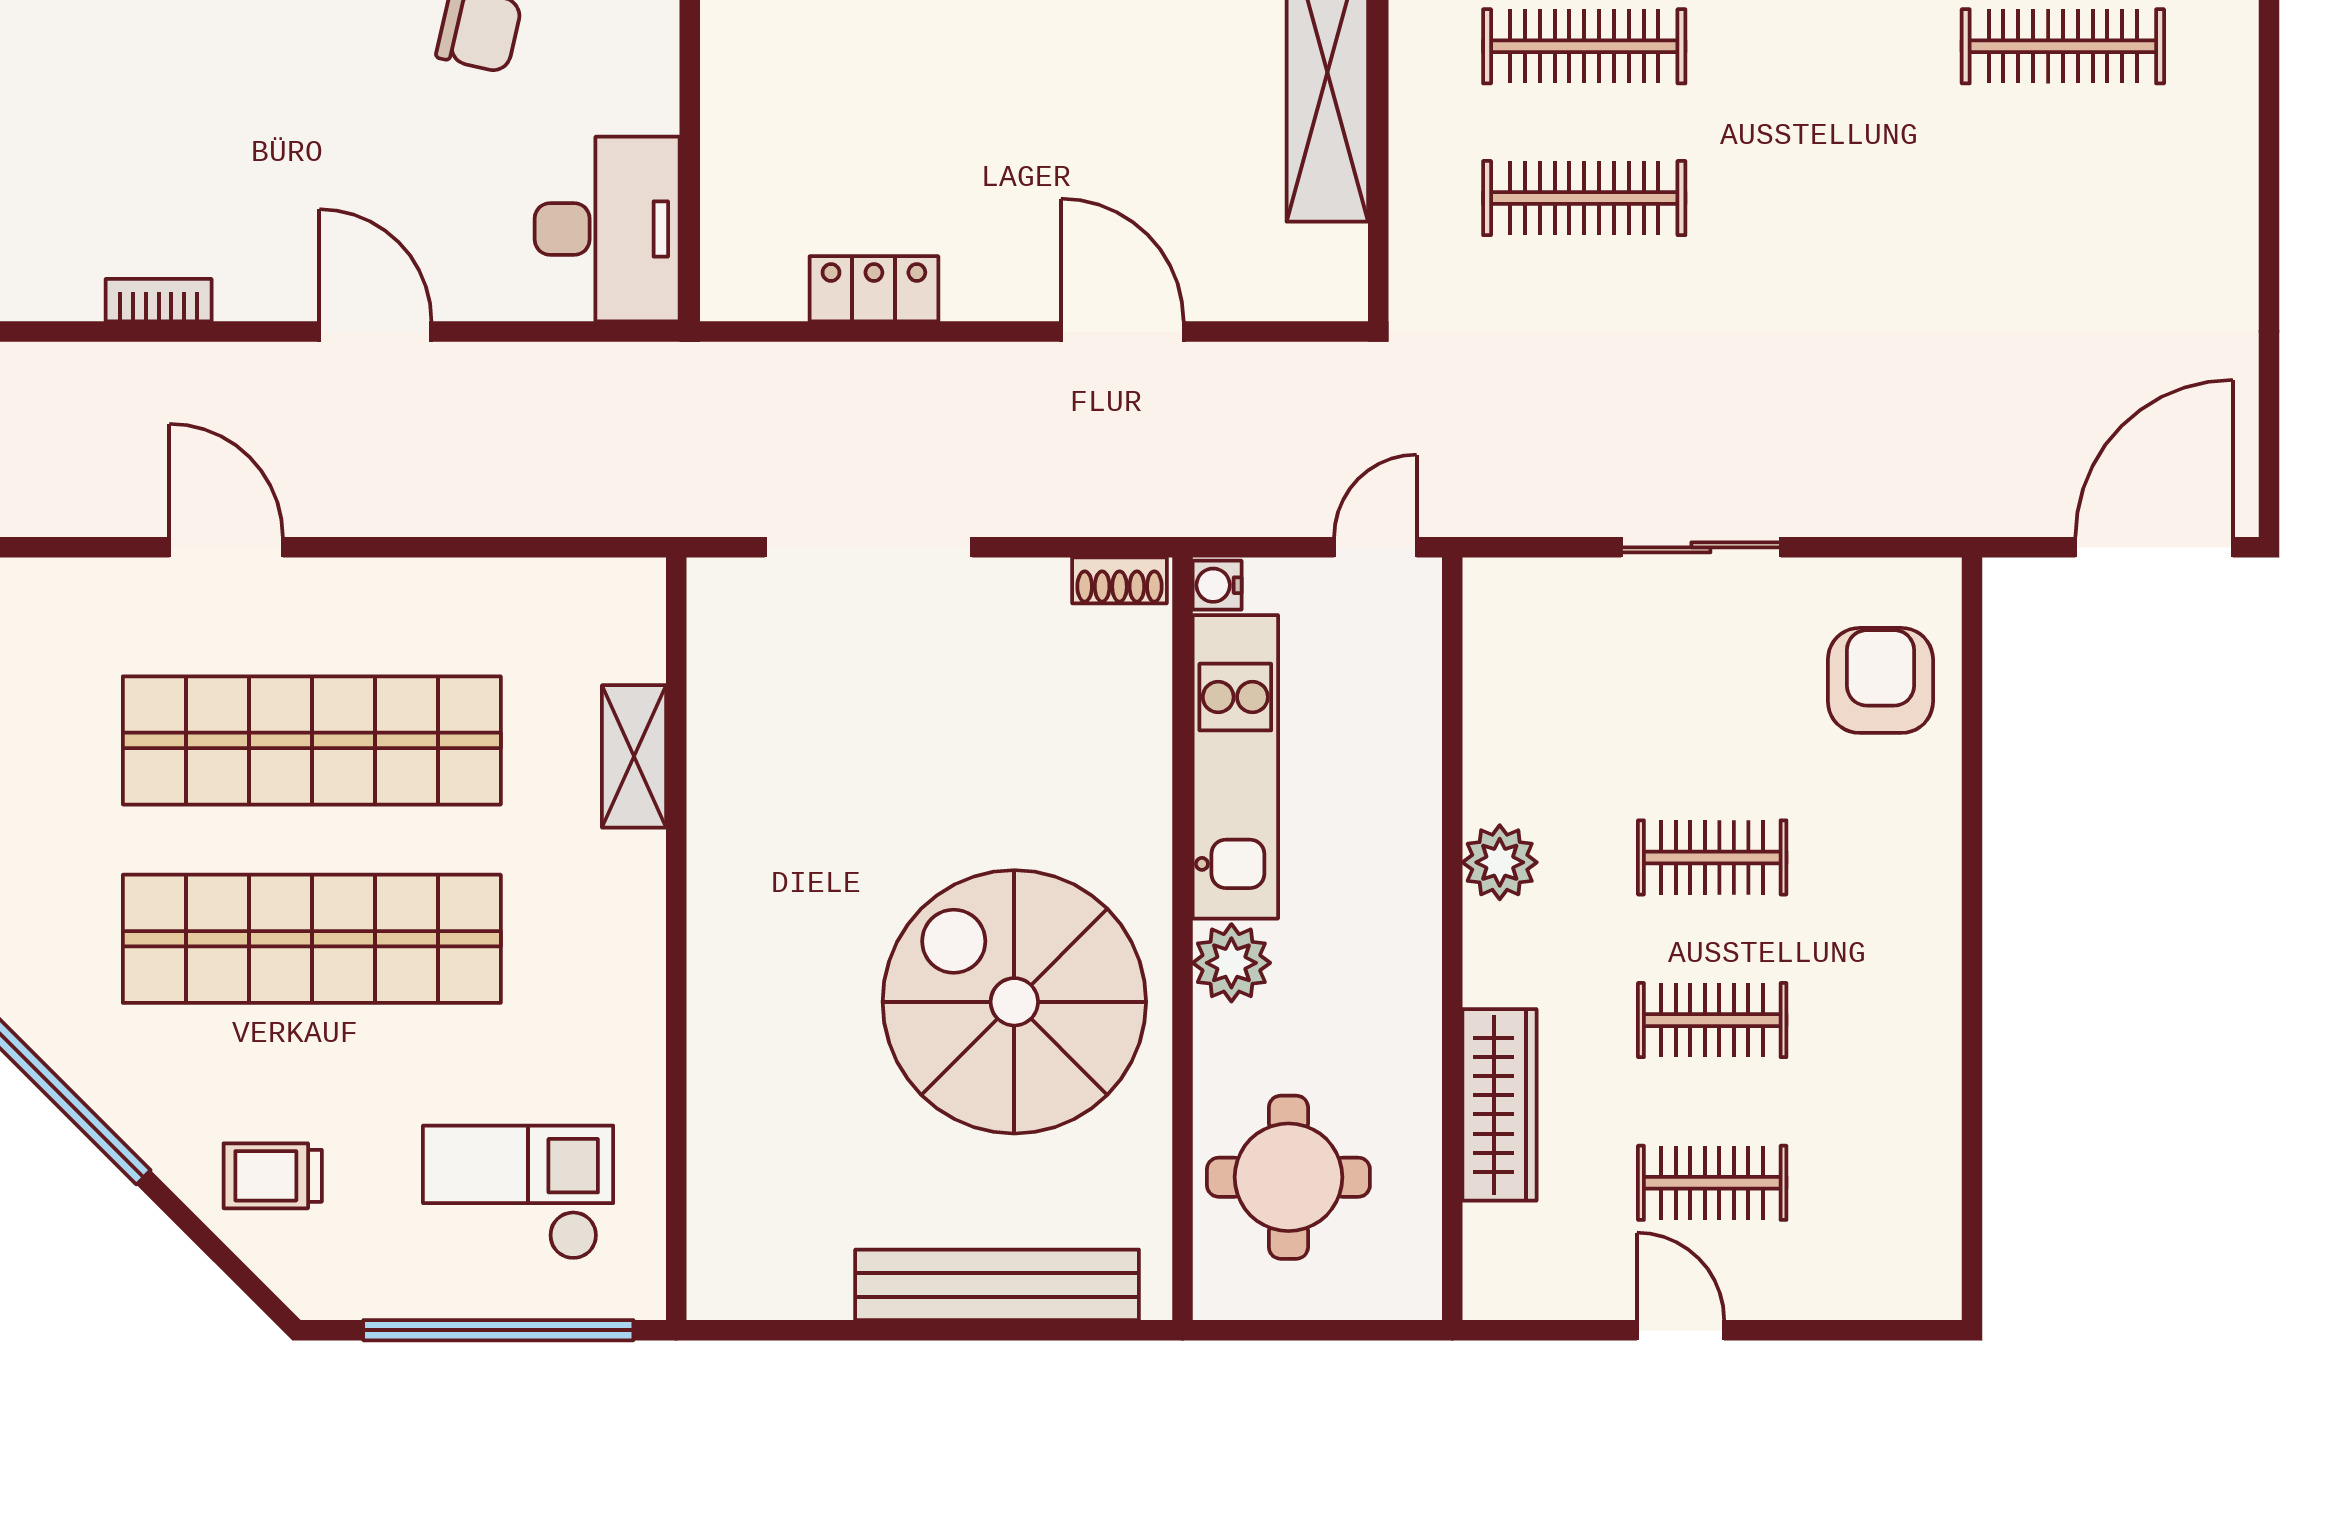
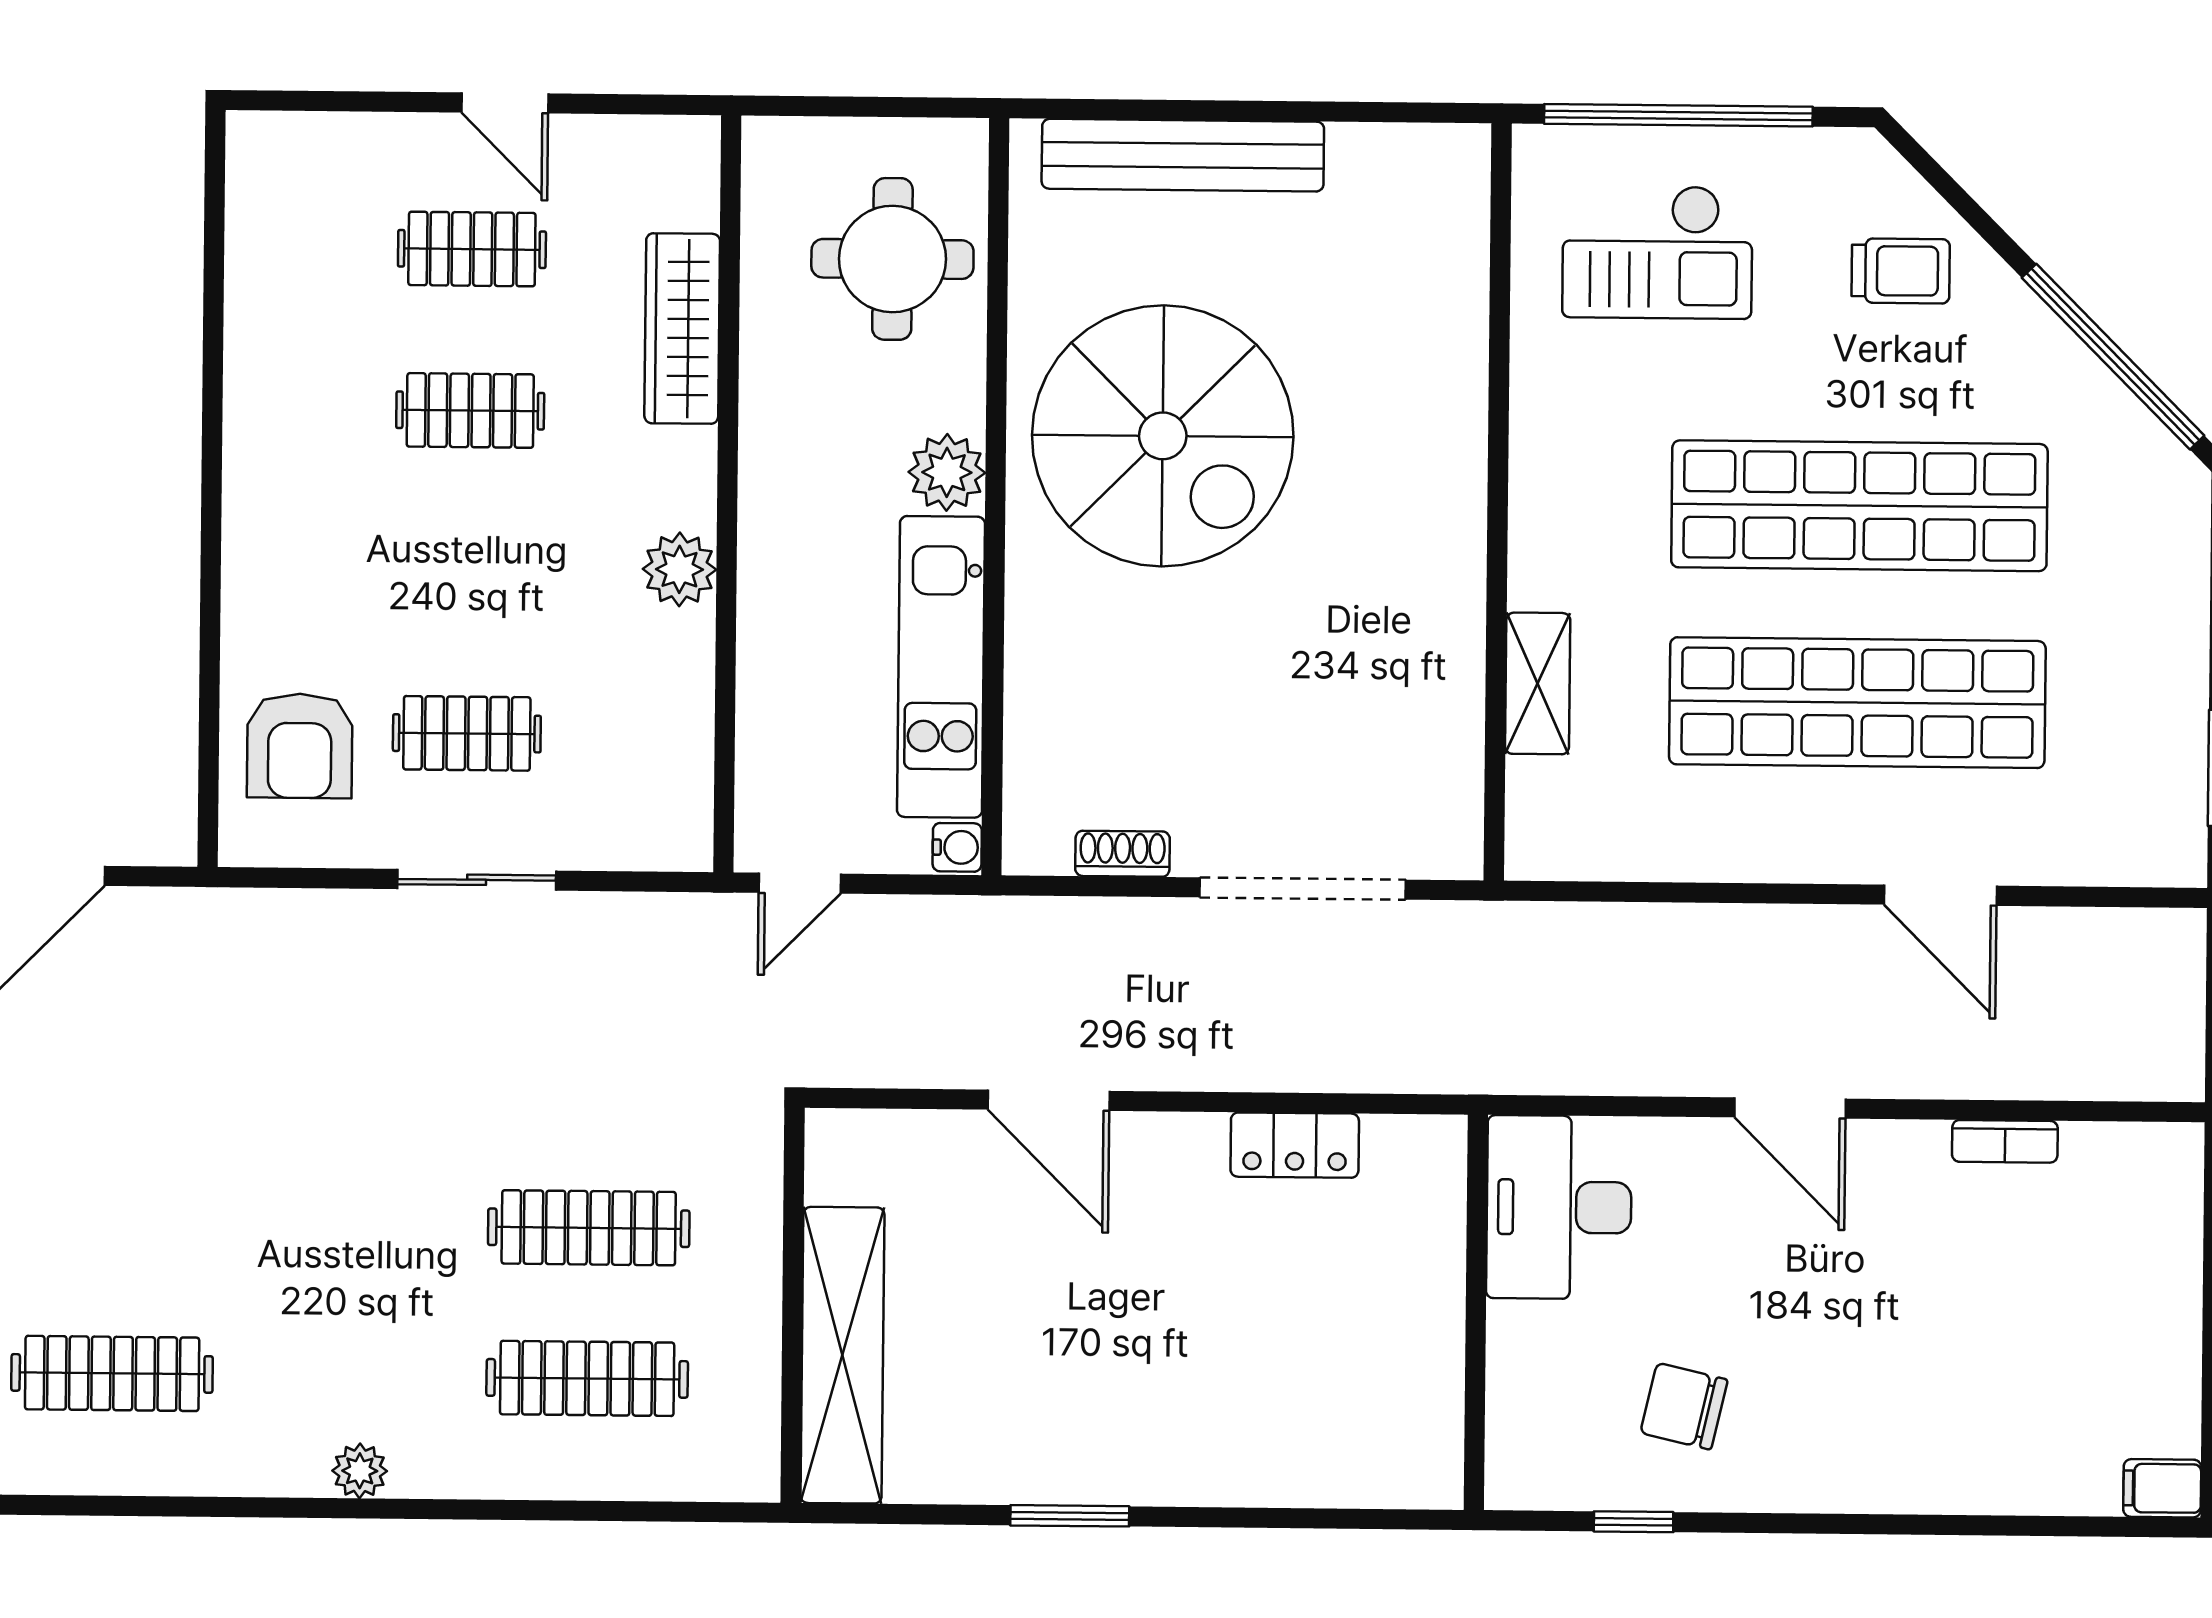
shoe rack: (1119, 580) -> (1123, 854), moved
clothes rail: (1712, 857) -> (467, 733), moved

